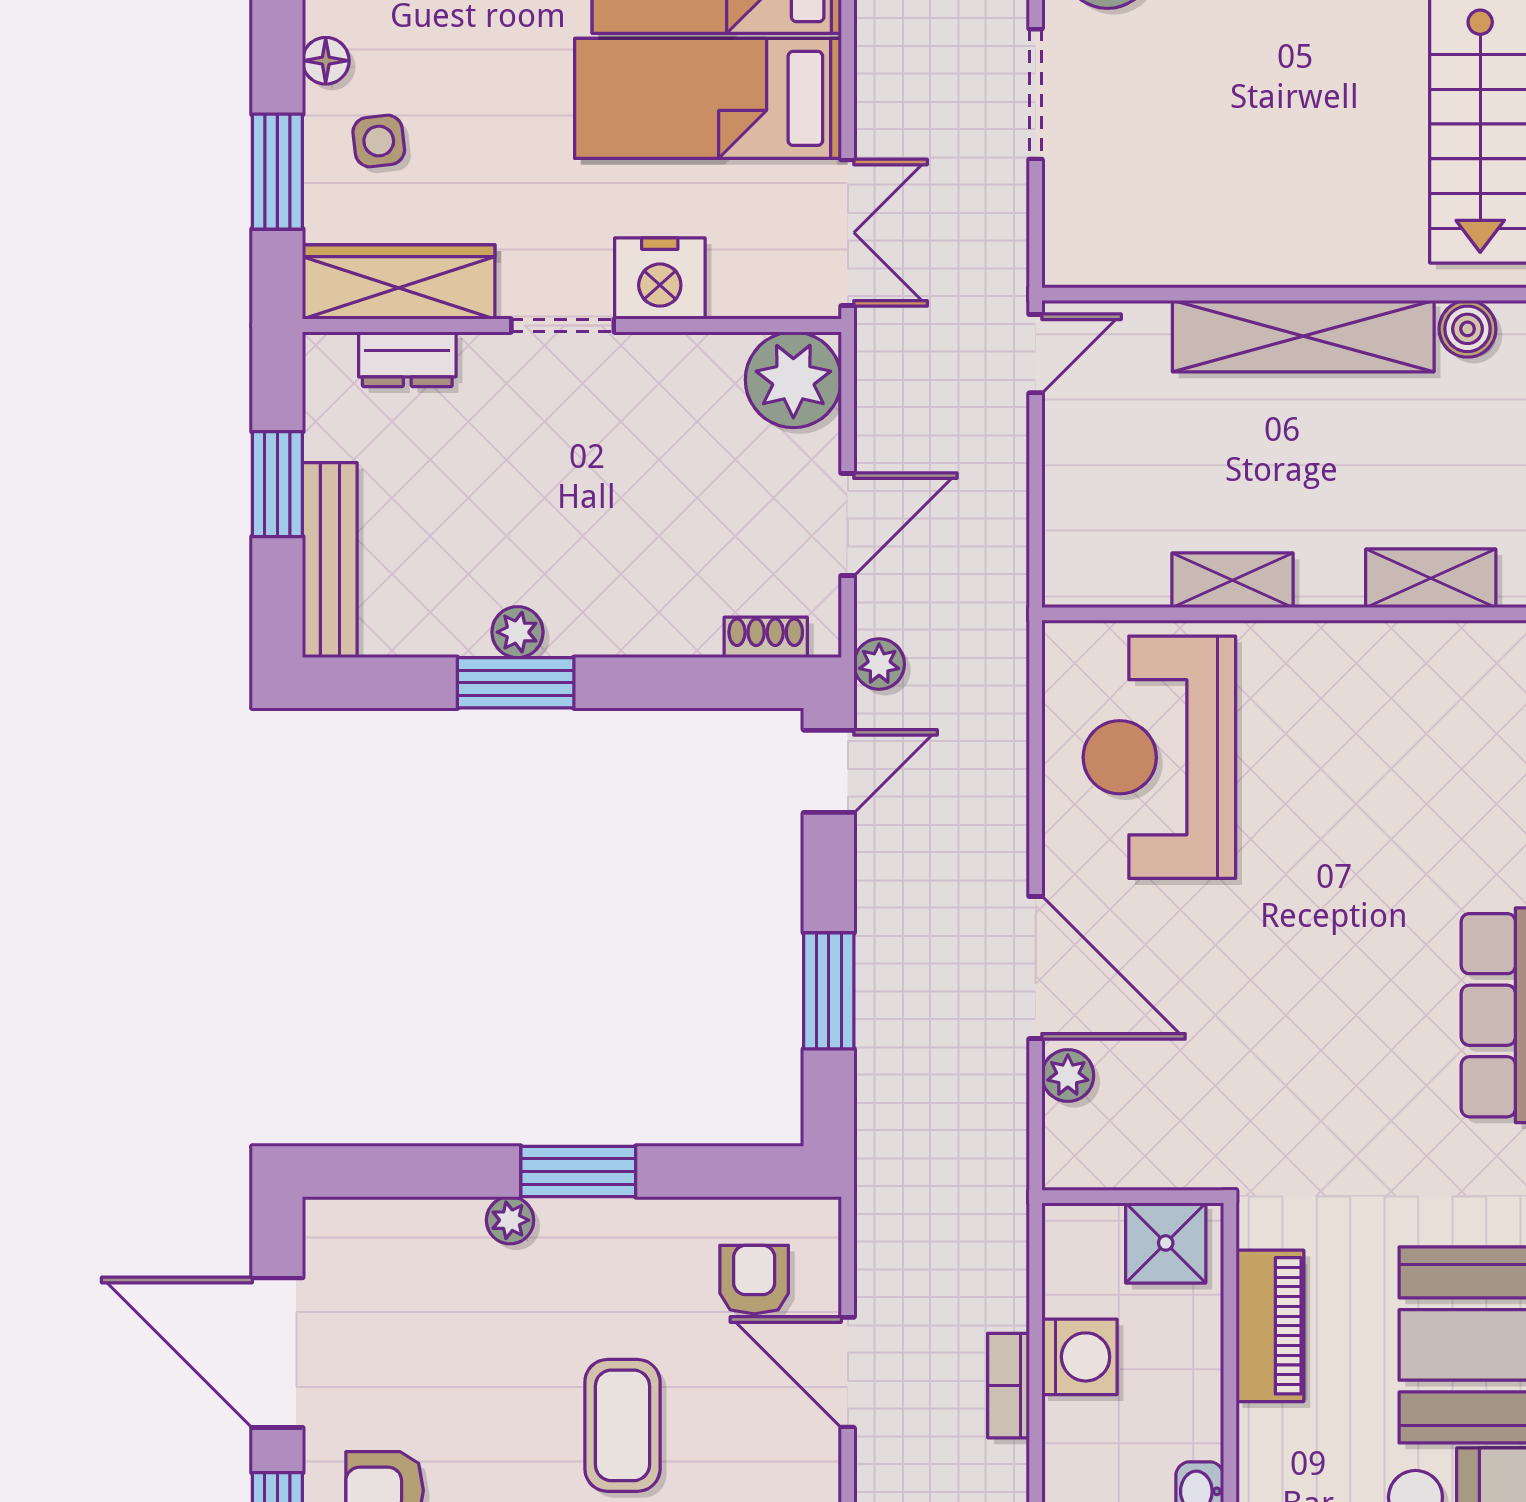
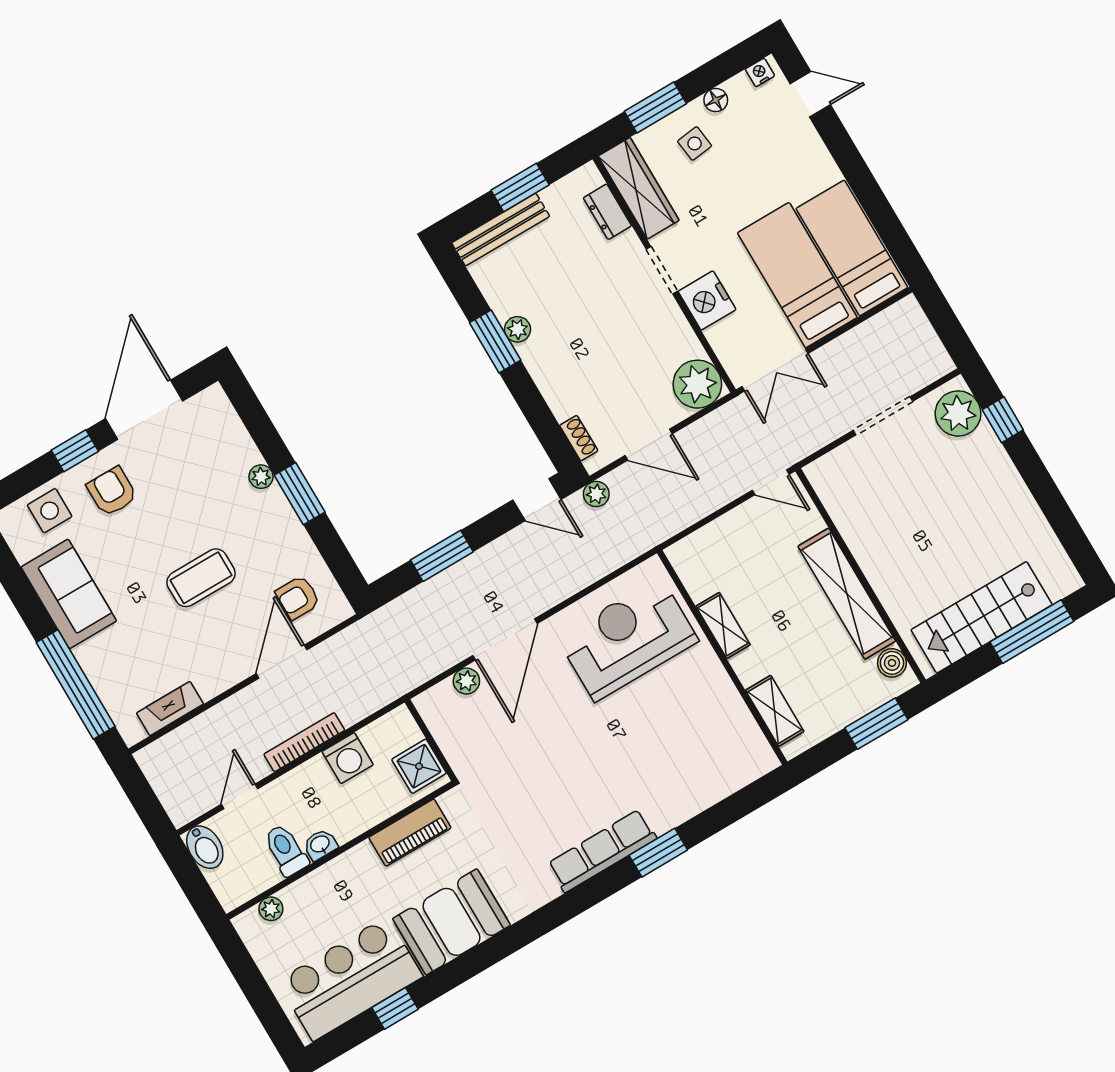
armchair: (754, 1280) -> (298, 597), turned 180
bookcase: (1008, 1386) -> (304, 742), width x1.56

